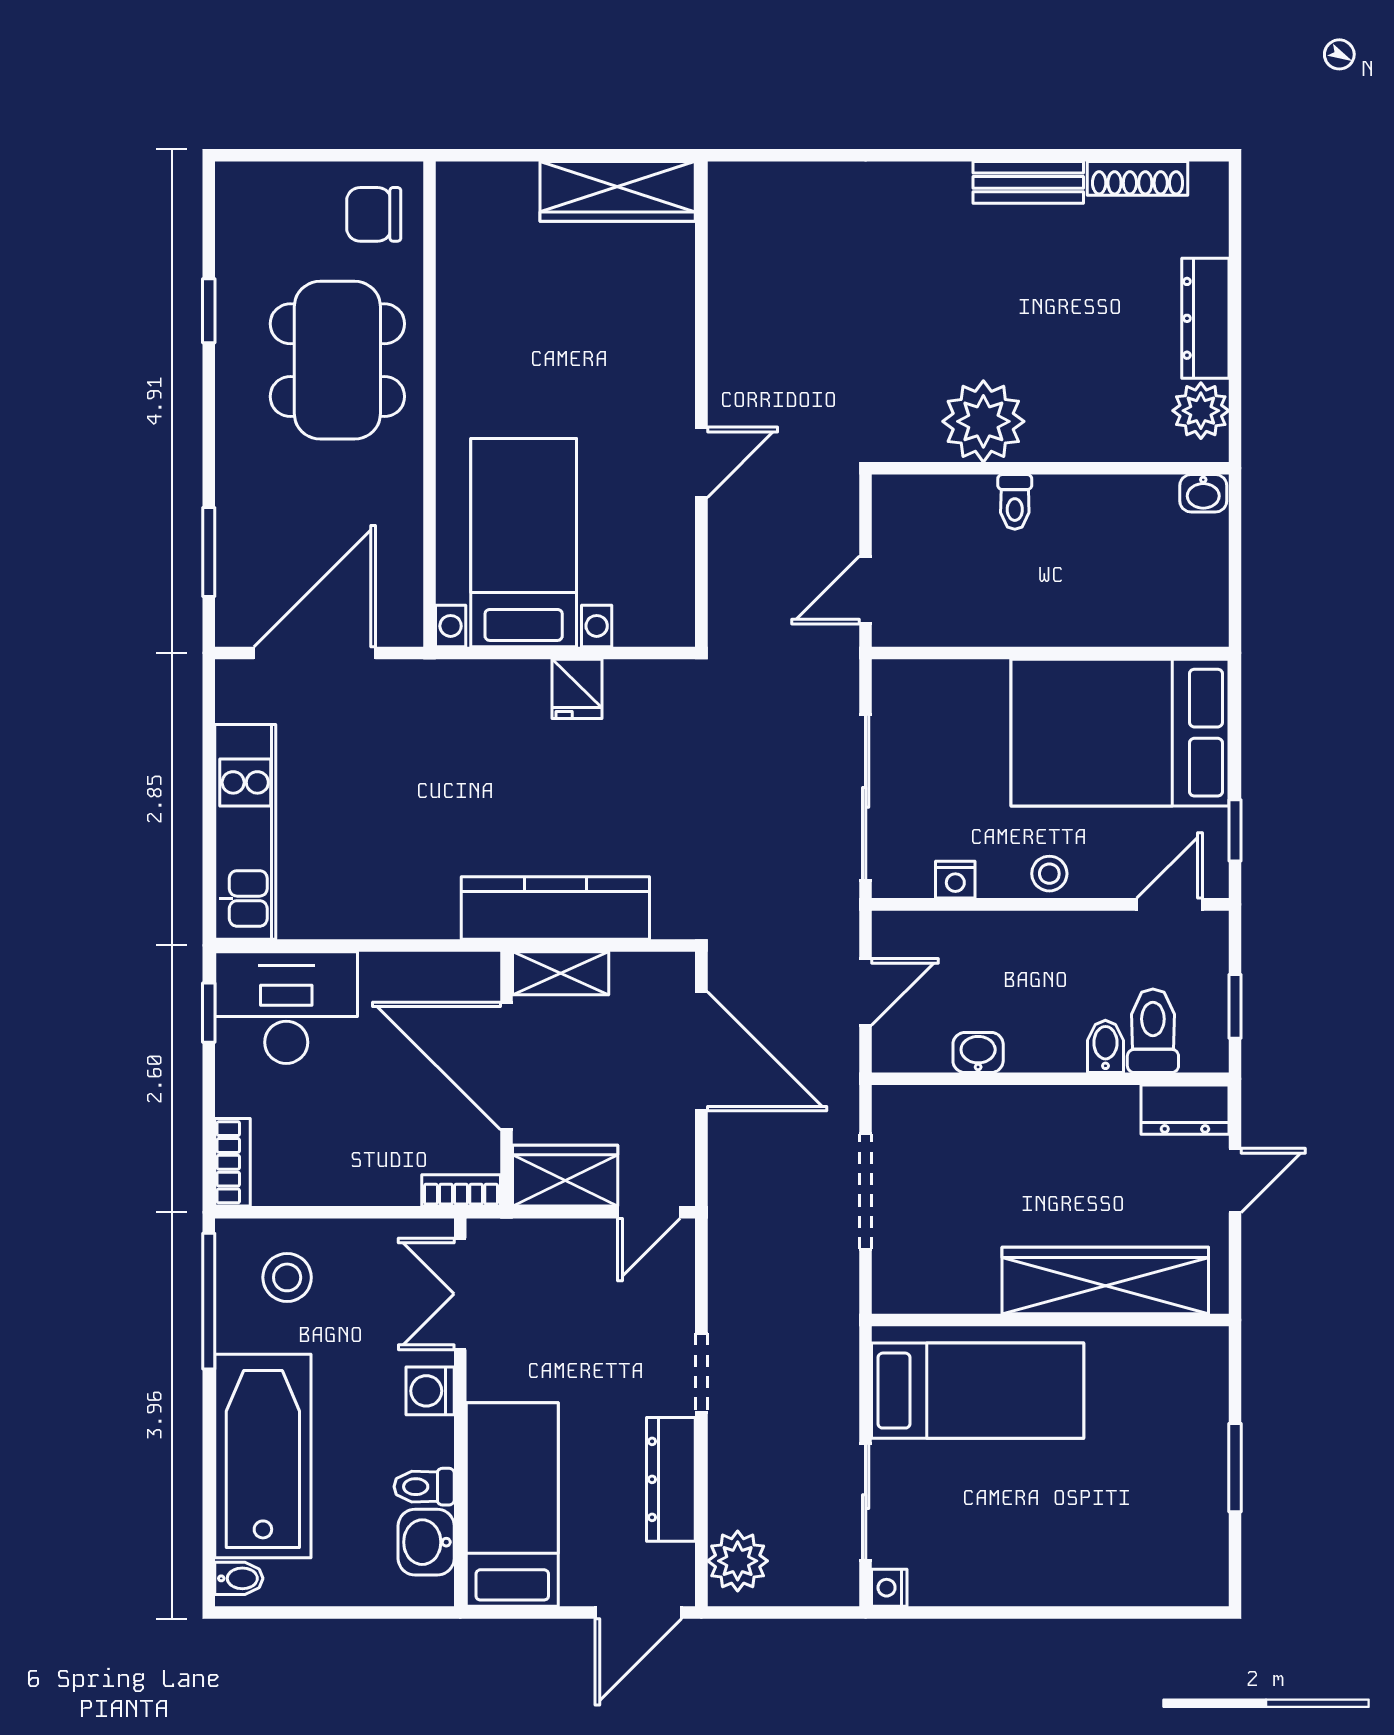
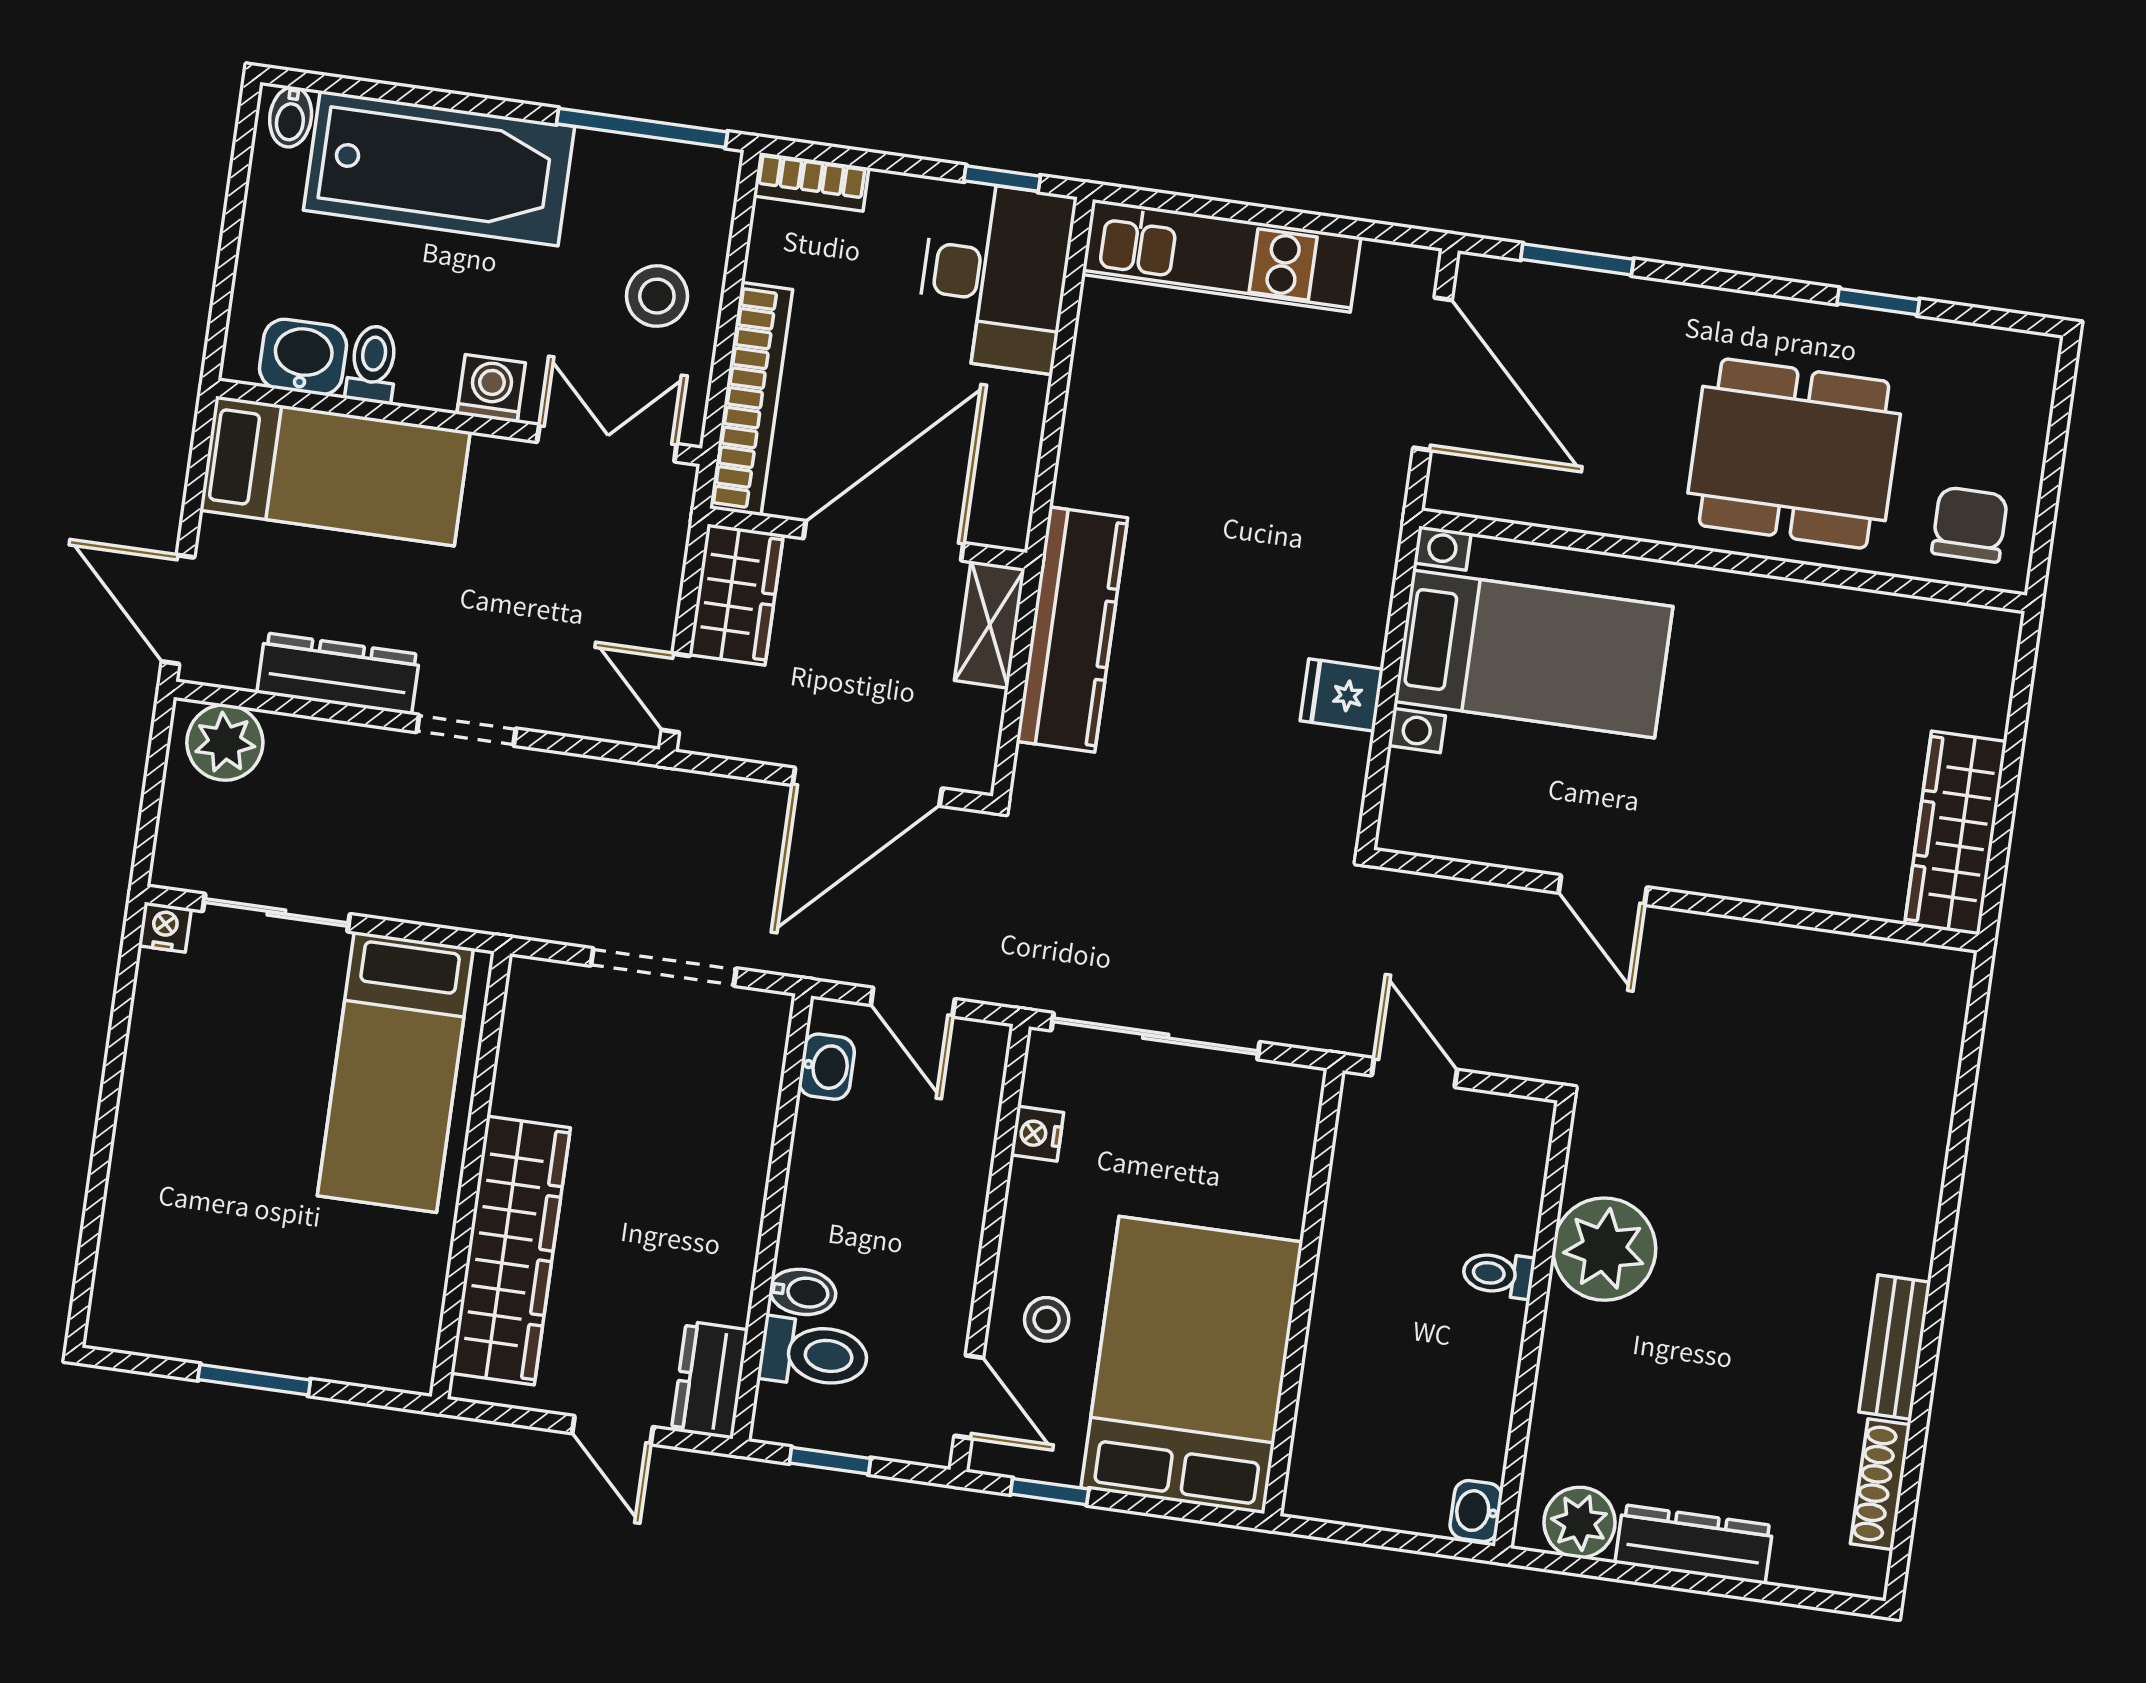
stool: (1049, 874) -> (1047, 1319), moved
washbasin: (978, 1052) -> (827, 1067), moved
bookcase: (461, 1190) -> (751, 399), width x2.31, depth x1.31
stool: (287, 1277) -> (657, 296), moved

